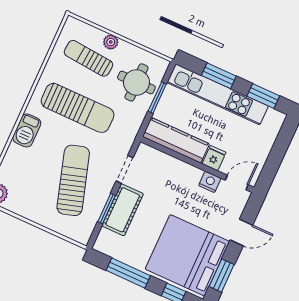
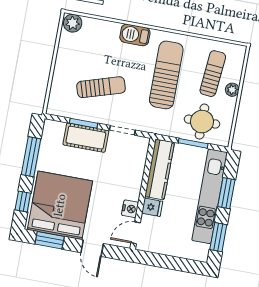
sun lounger: (78, 108) -> (166, 75), turned 180
sun lounger: (73, 180) -> (101, 87), width x0.73, depth x0.75
door: (237, 182) -> (136, 233), swing flipped

